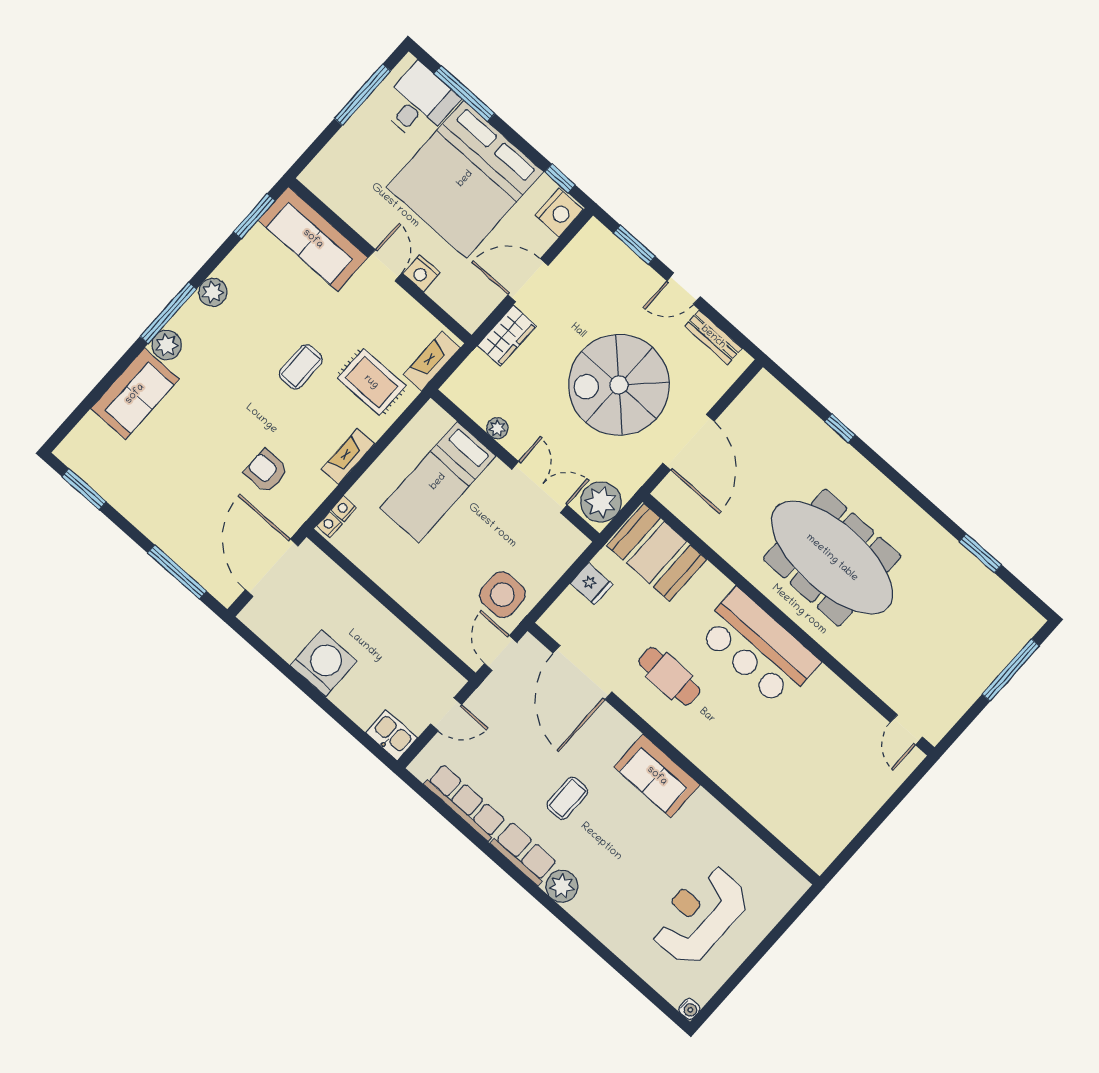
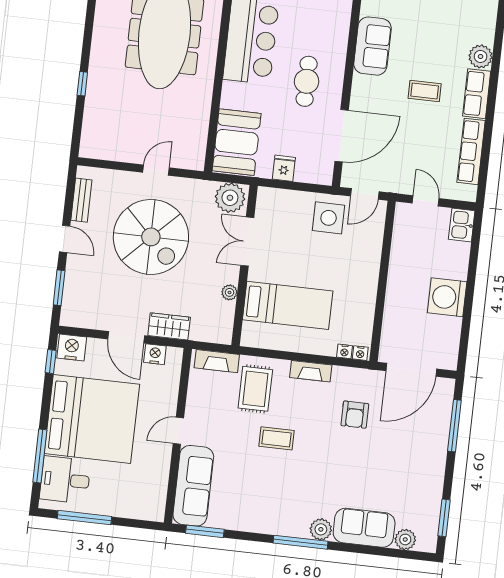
nightstand: (421, 273) -> (155, 354), moved, turned -90
plant: (213, 292) -> (405, 539), moved
door: (688, 442) -> (156, 170), width x0.53

